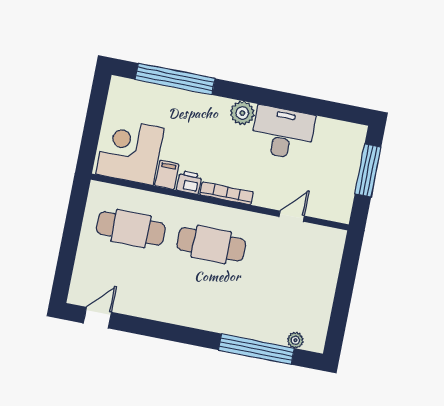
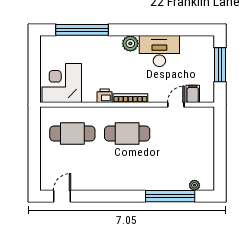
filing cabinet: (167, 175) -> (193, 94), moved

